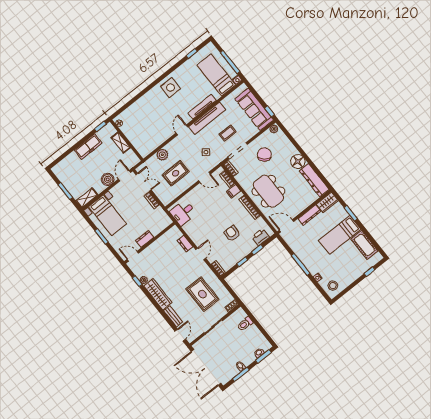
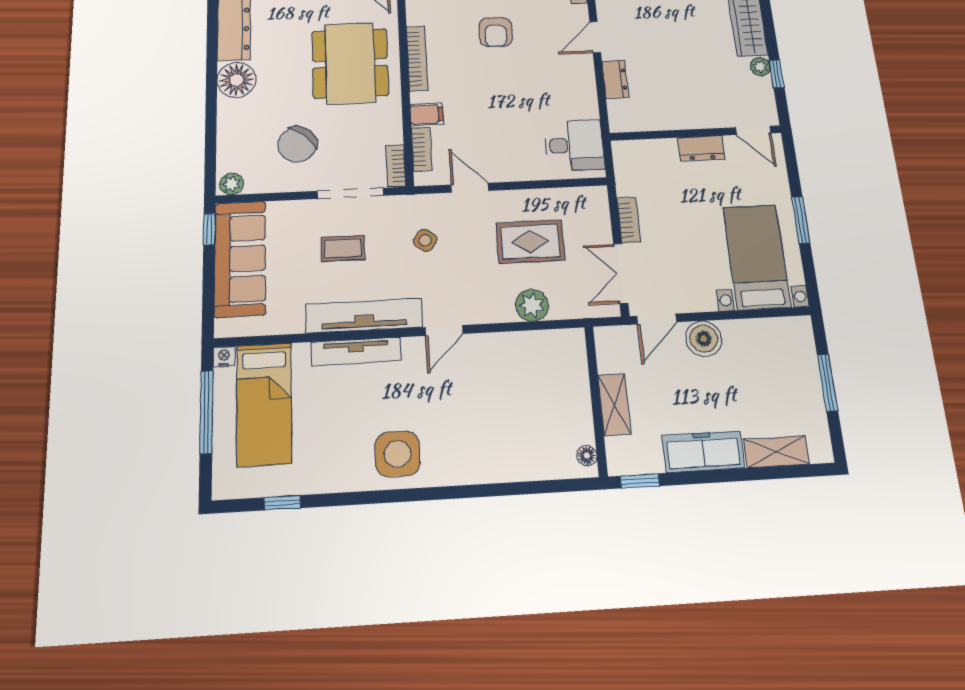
shelving: (87, 198) -> (776, 452), moved

